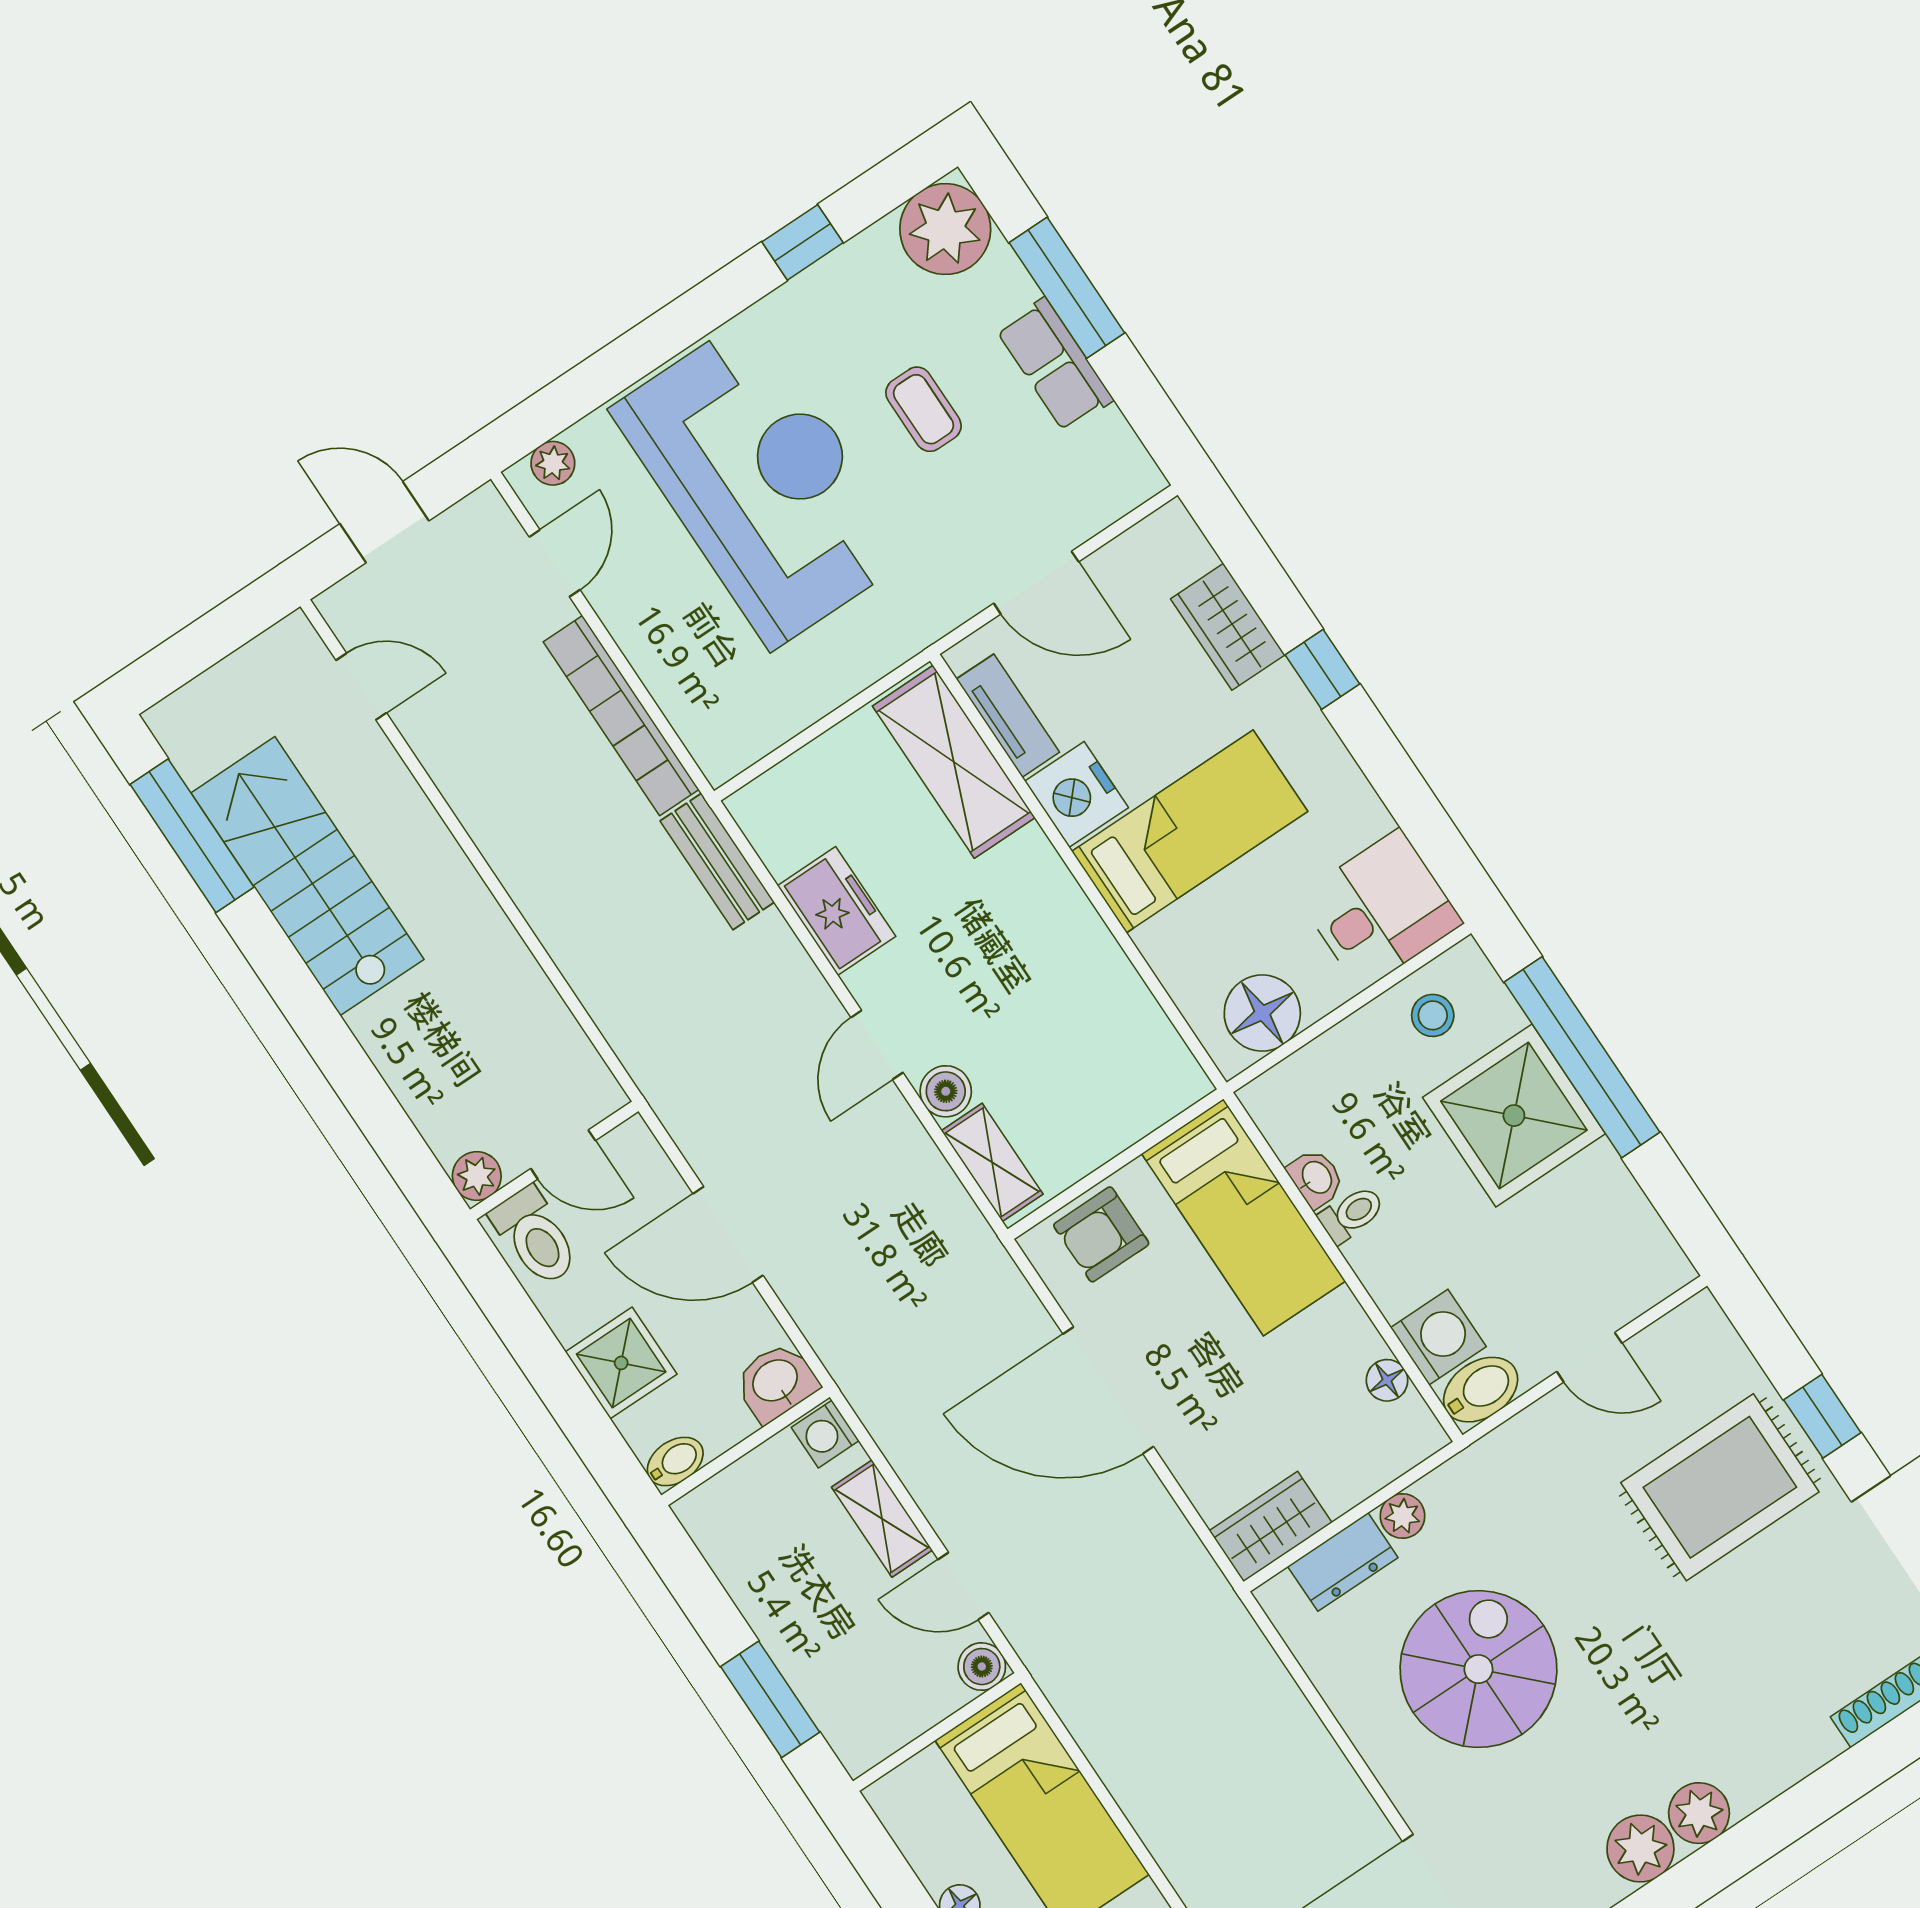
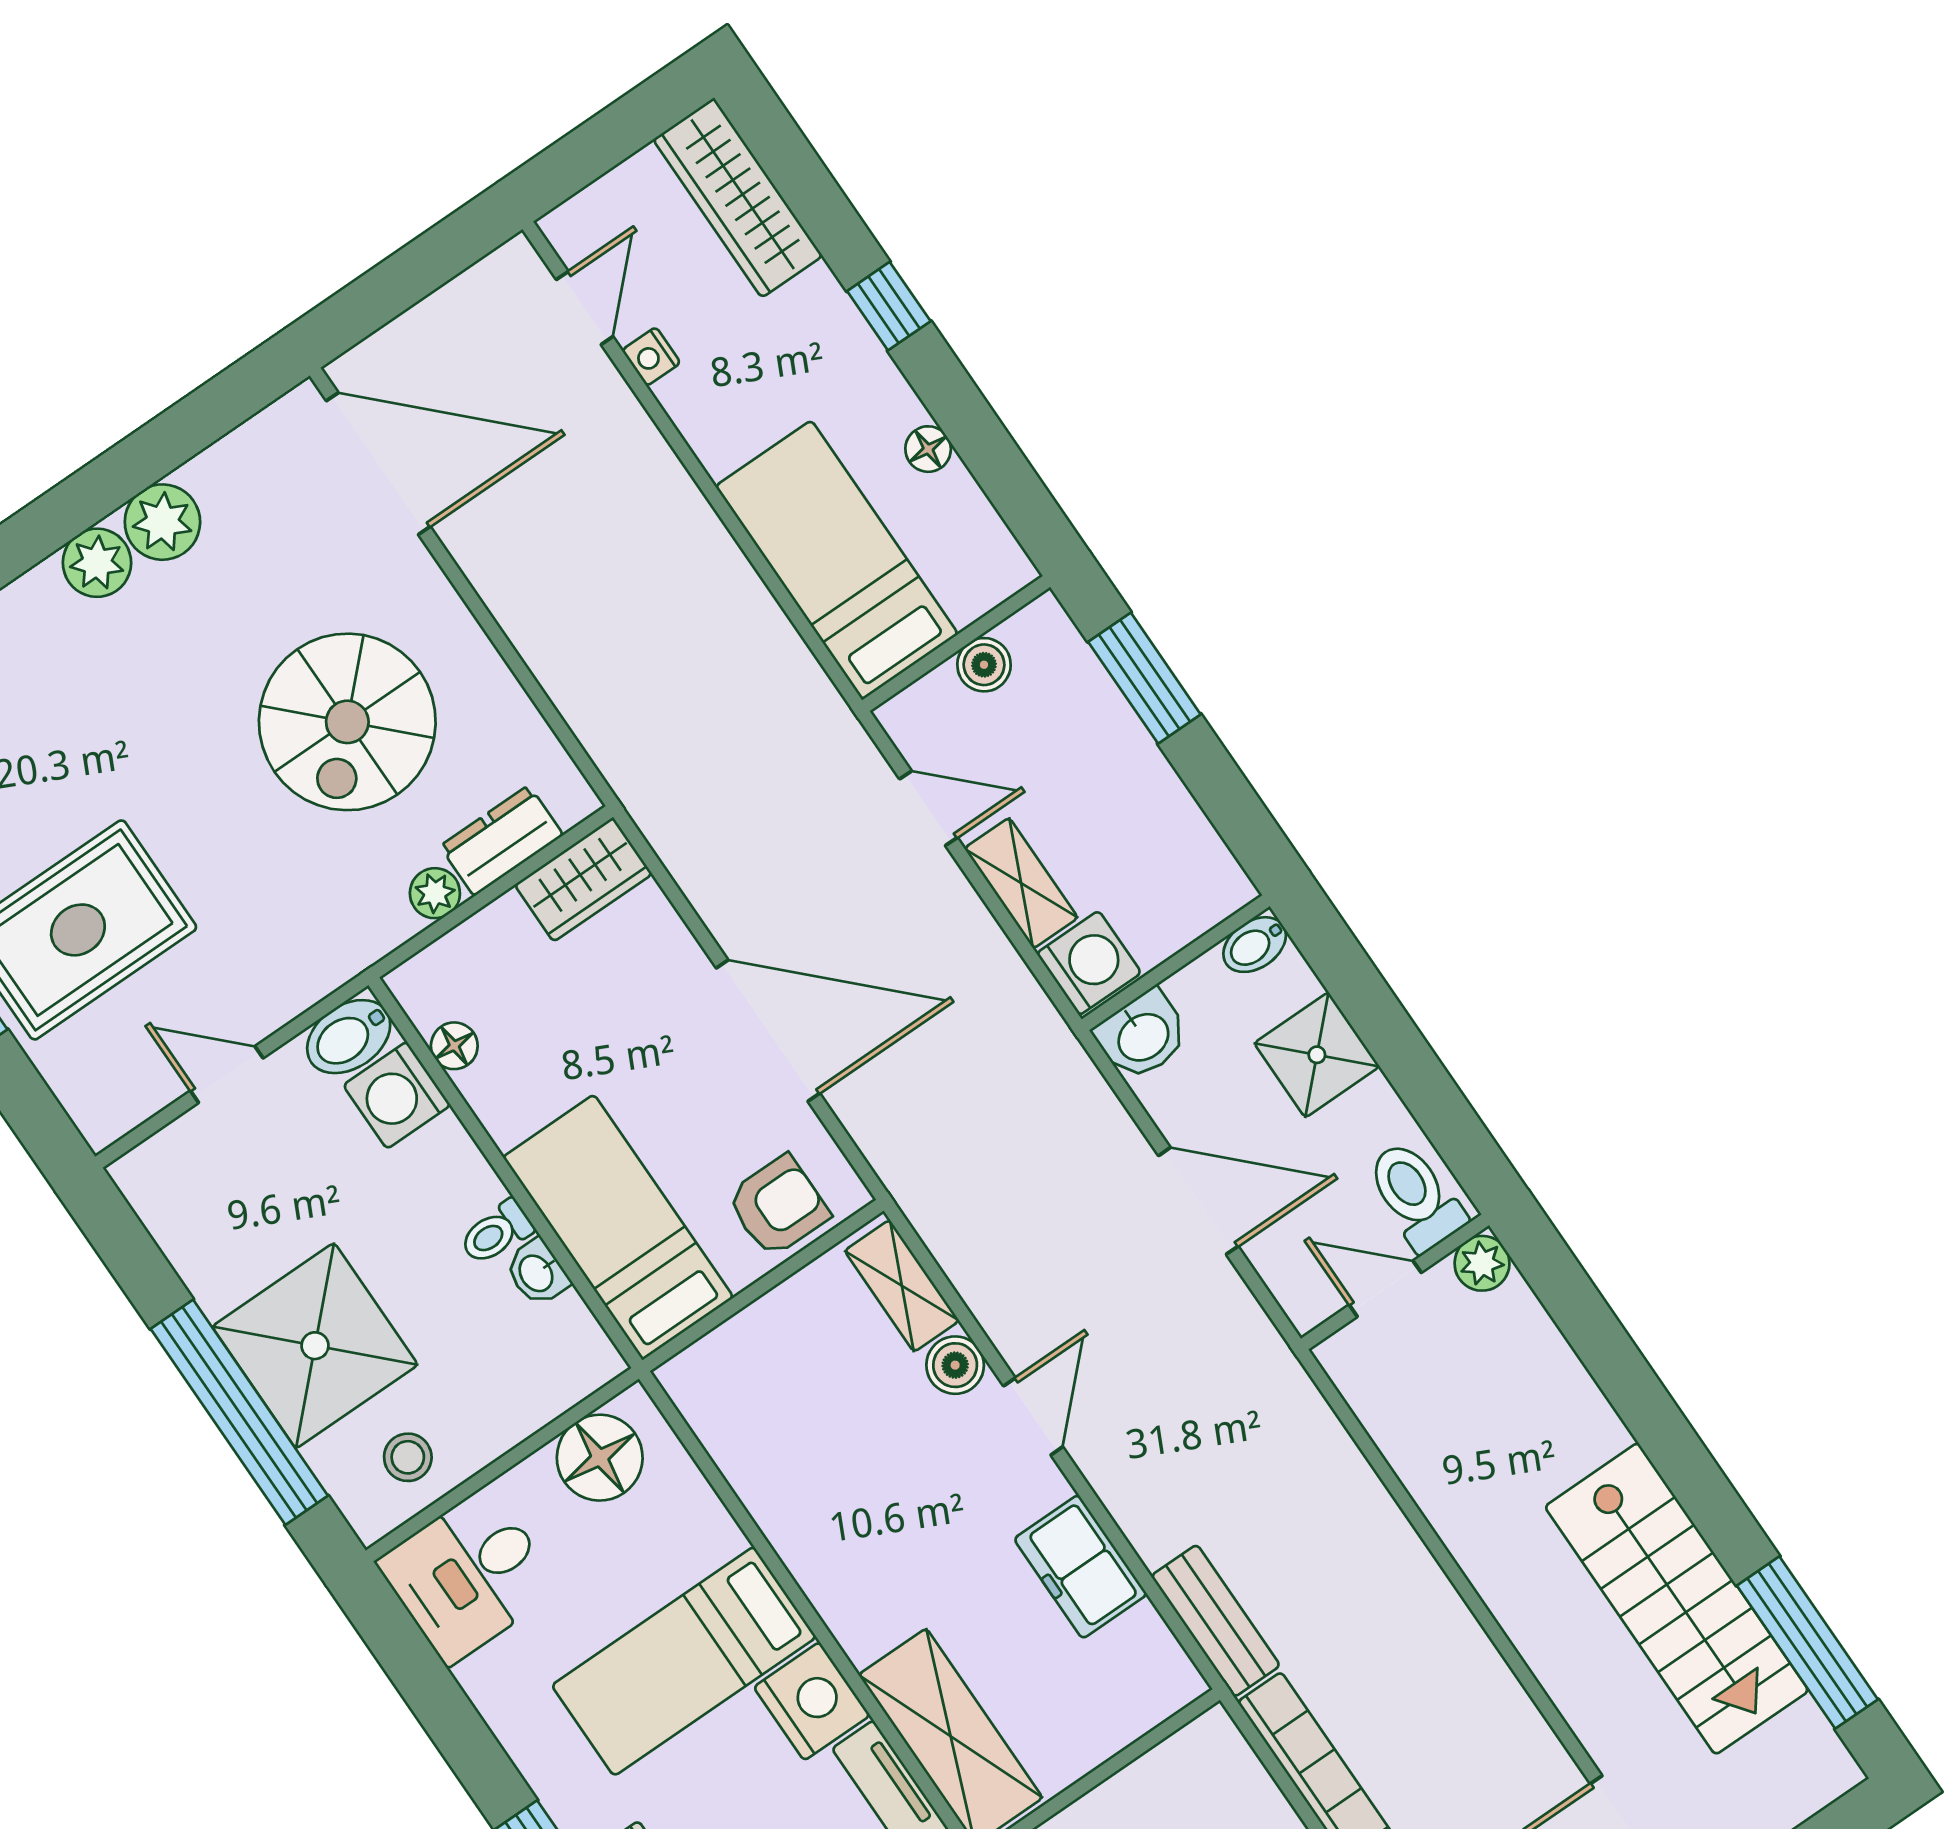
washing machine: (825, 1434) -> (1089, 963), width x1.38, depth x1.38
boiler: (982, 1667) -> (984, 665), moved

